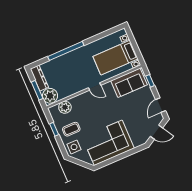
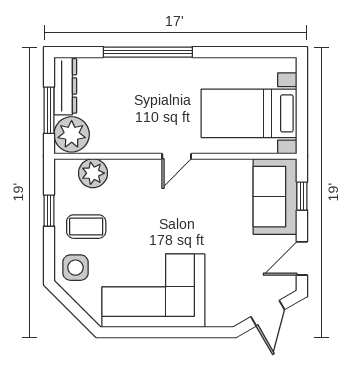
sofa: (129, 83) -> (275, 197), moved, turned 90
door: (95, 87) -> (177, 156), hinge flipped
door: (157, 132) -> (268, 313), hinge flipped

